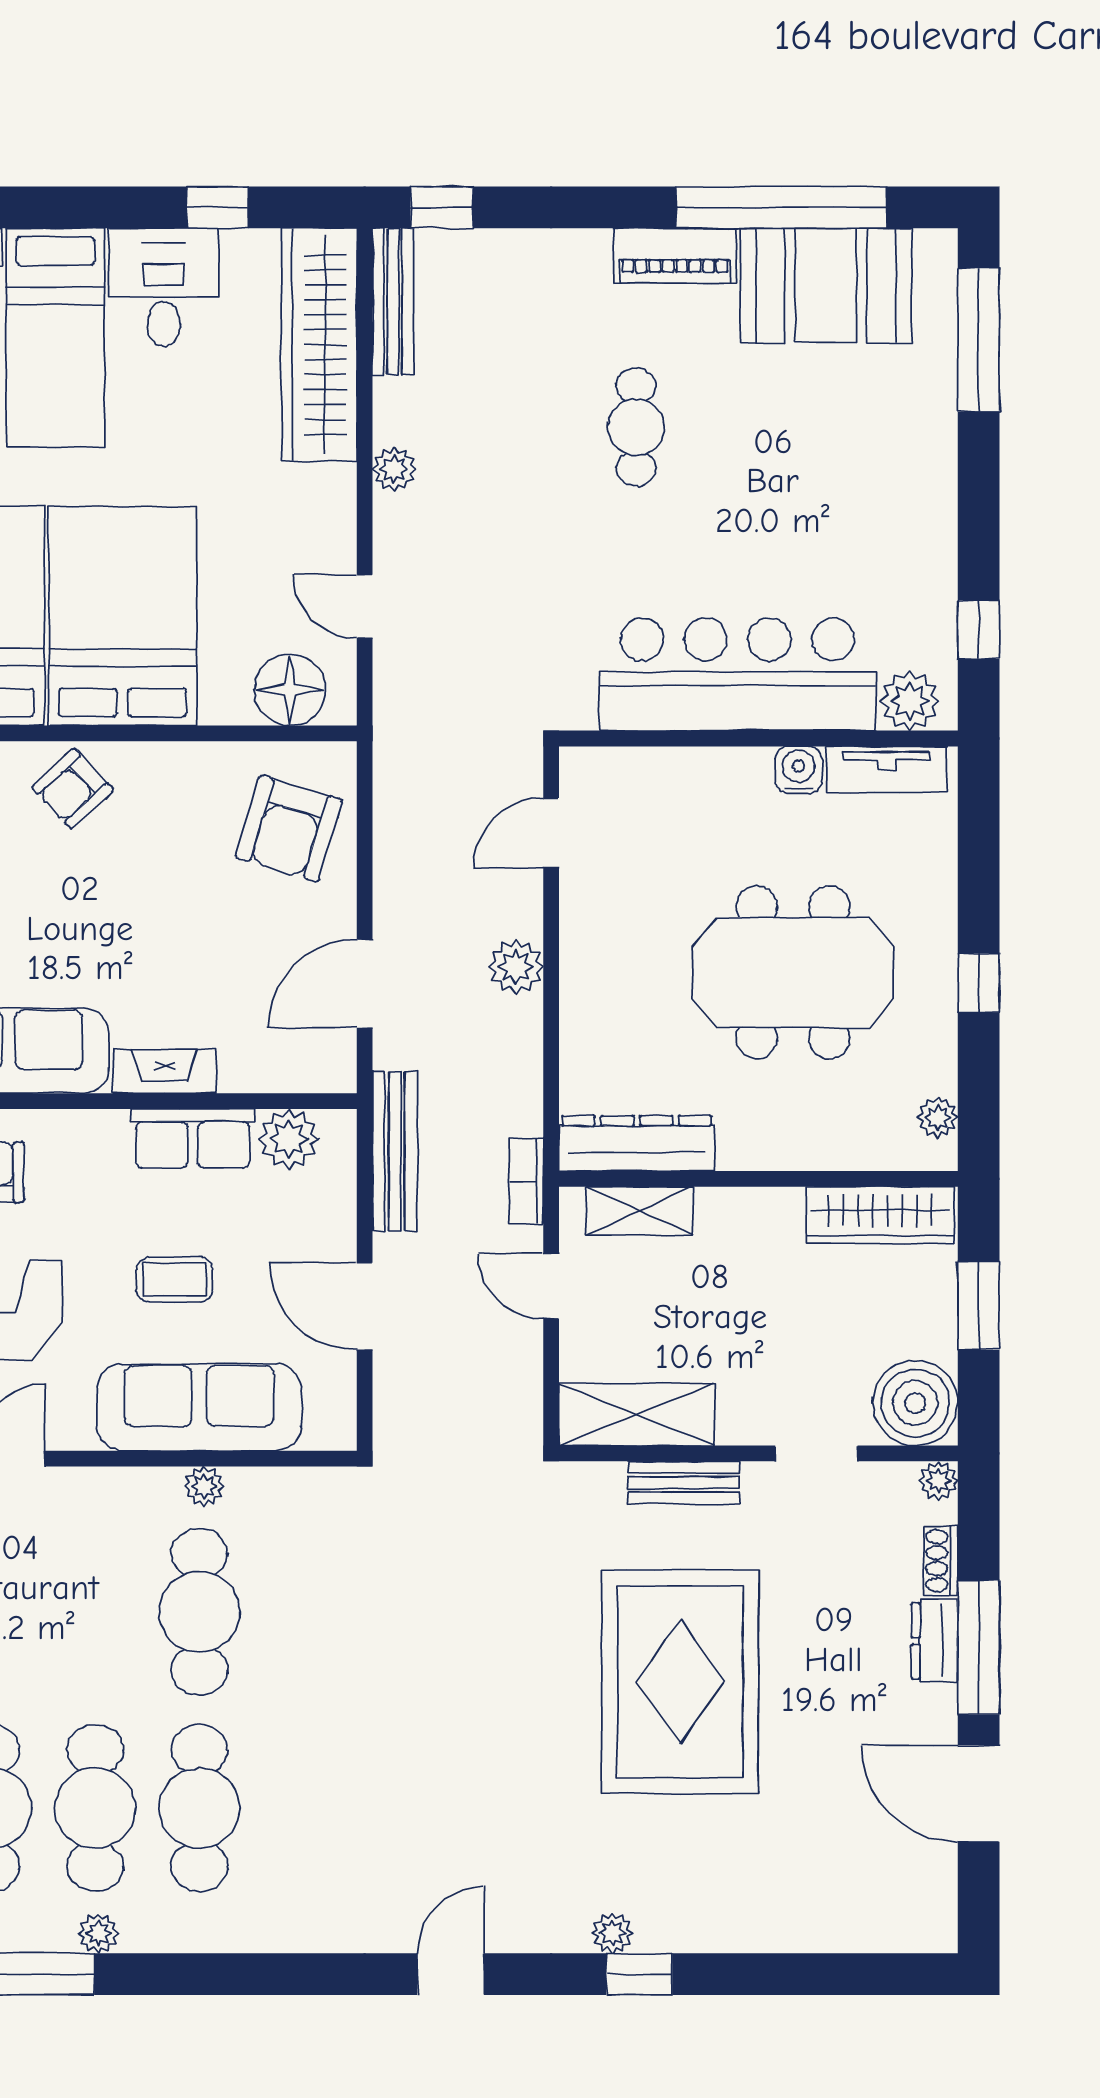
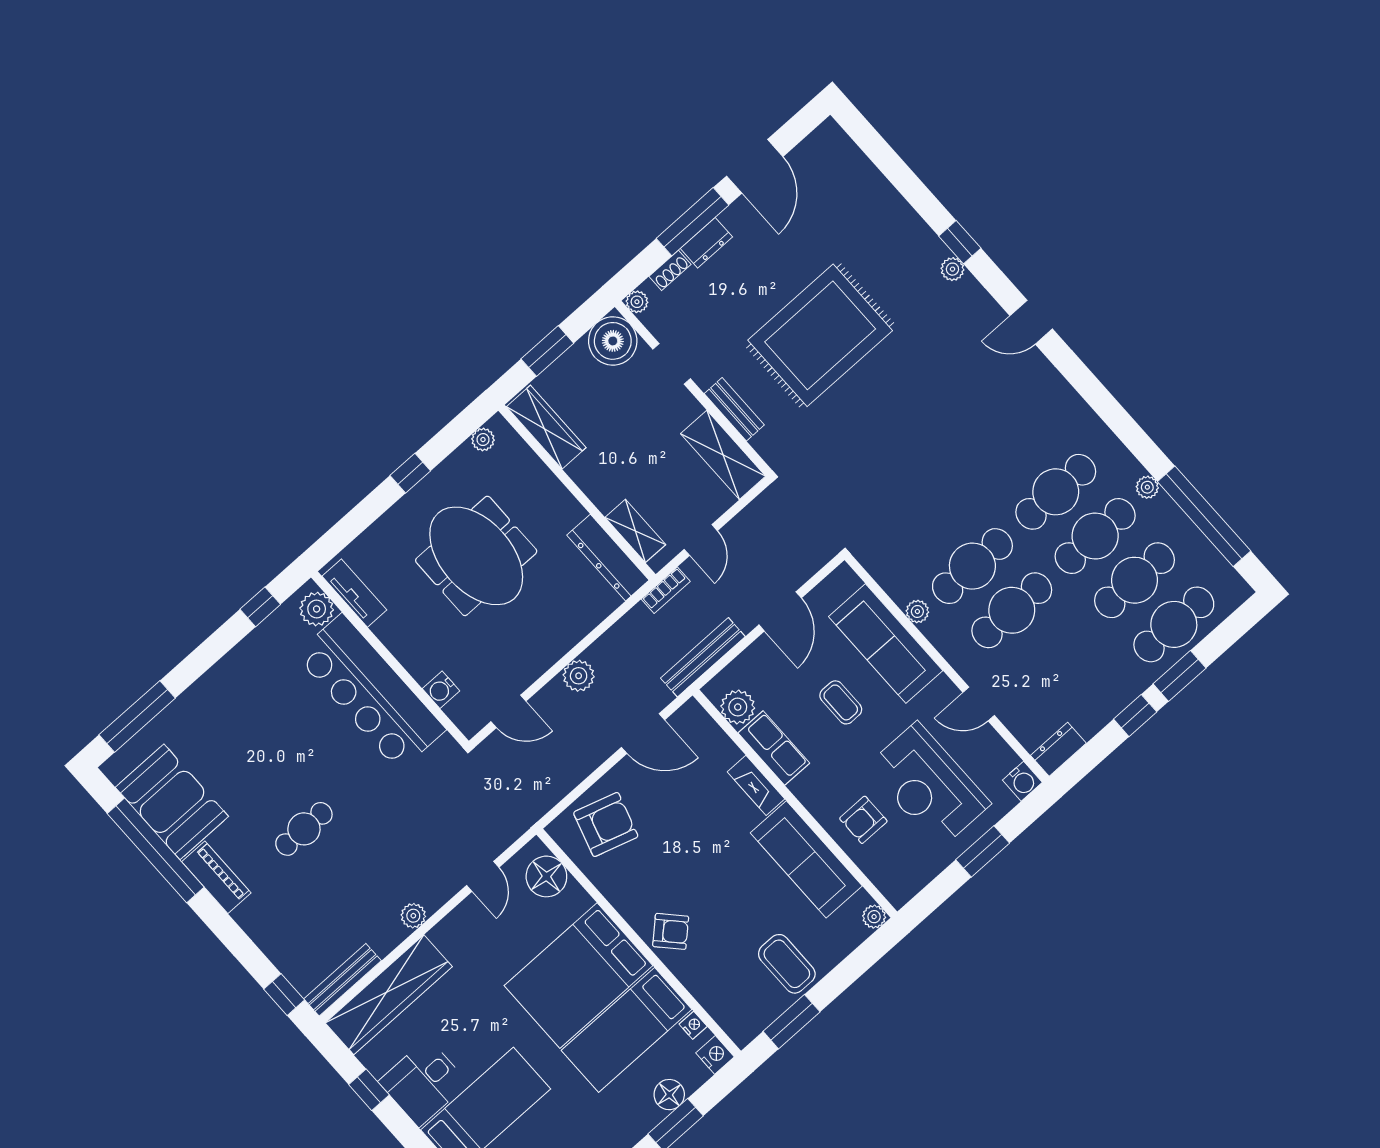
water cooler: (799, 770) -> (441, 690), moved
cafe table: (95, 1612) -> (1012, 610), added

